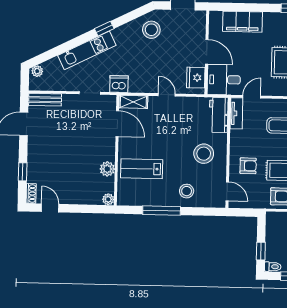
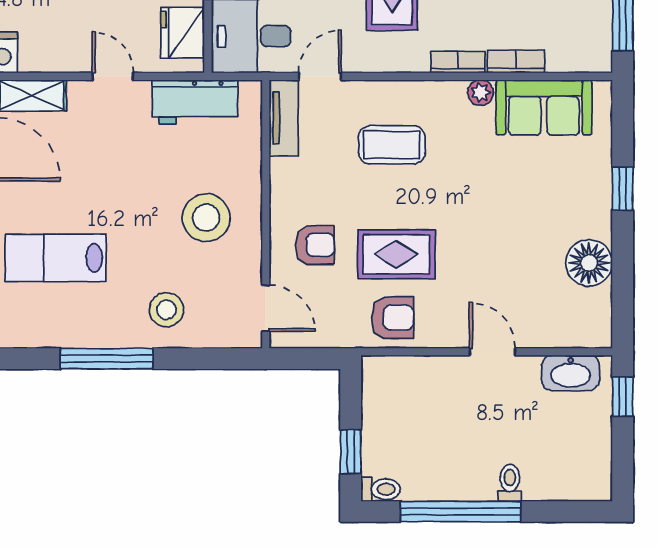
workbench: (219, 115) -> (195, 102), moved, turned -90

